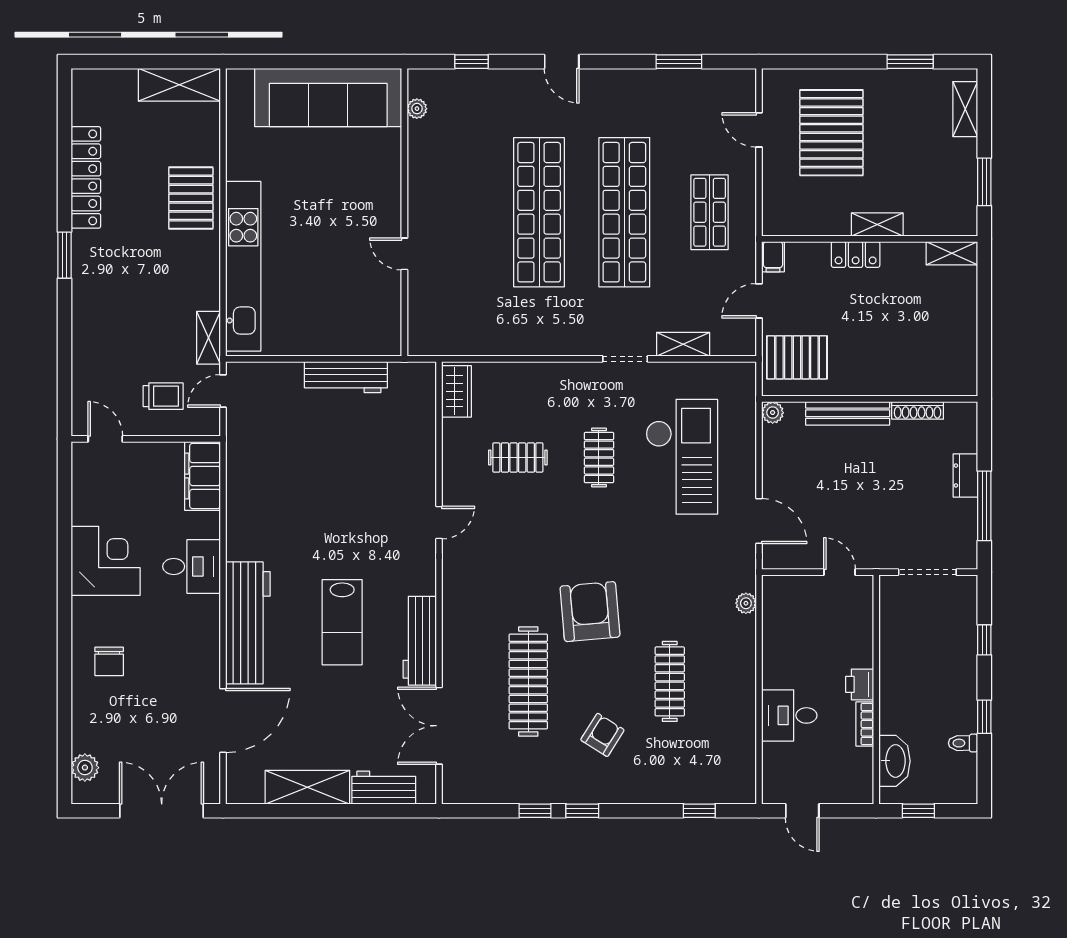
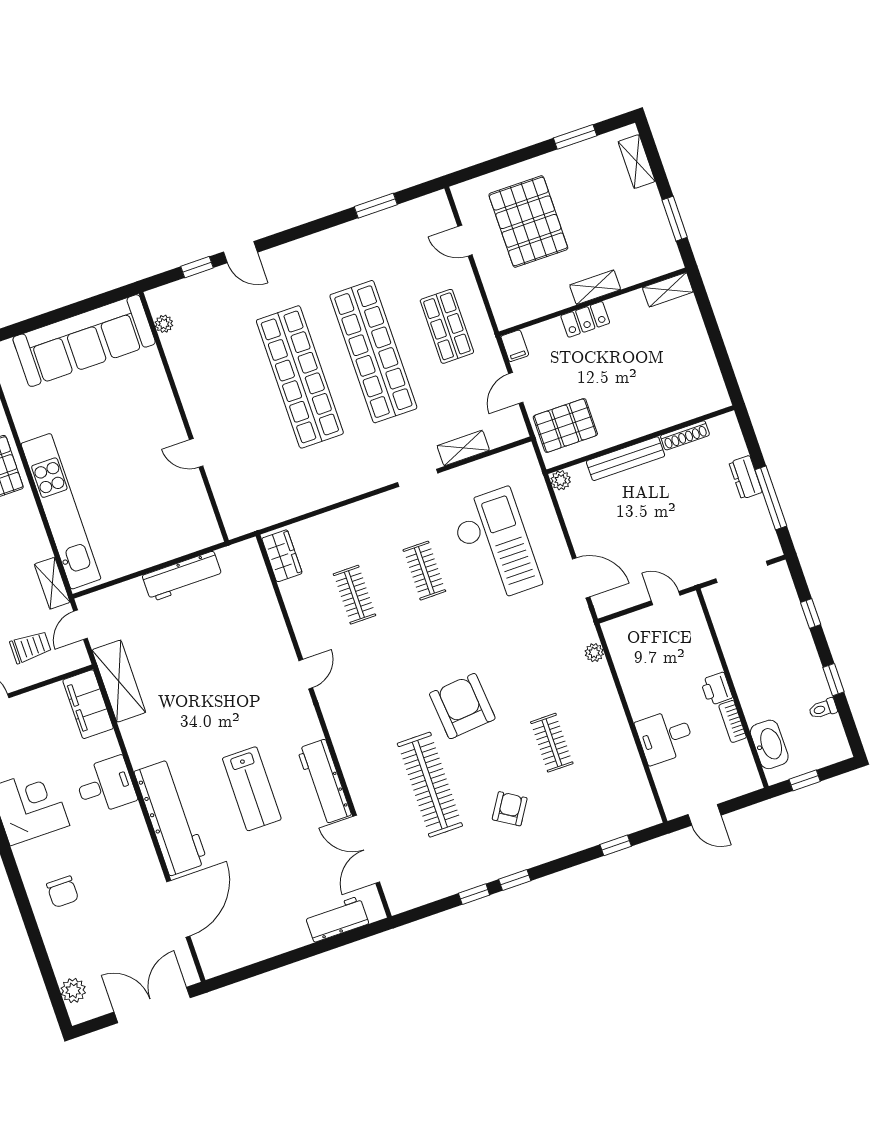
door: (562, 62) -> (241, 252), moved
clothes rail: (518, 458) -> (354, 595), turned 90
clothes rail: (670, 681) -> (552, 743), width x0.73
shelving: (307, 787) -> (119, 681), moved, turned 90

